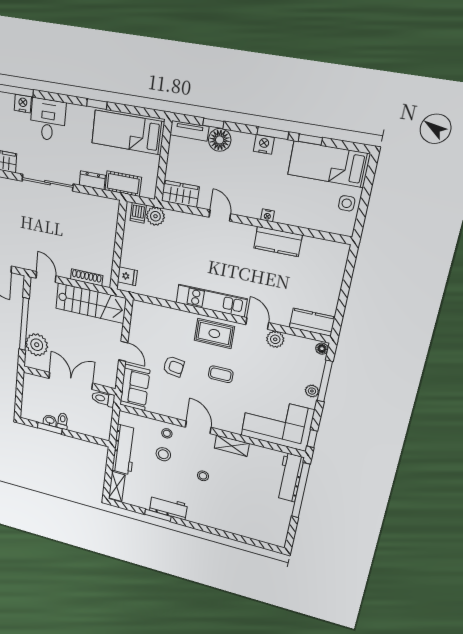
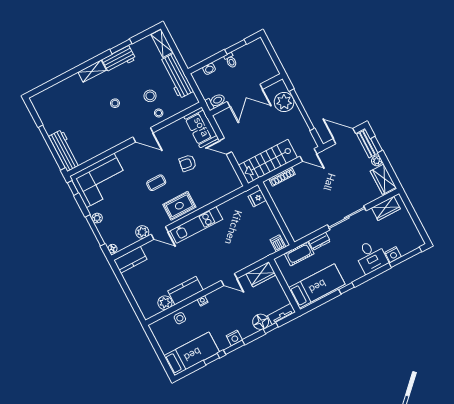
side table: (347, 203) -> (180, 318), moved
plant: (155, 216) -> (165, 303), moved
washbasin: (50, 421) -> (209, 69), moved
shelving: (232, 446) -> (92, 71), moved

